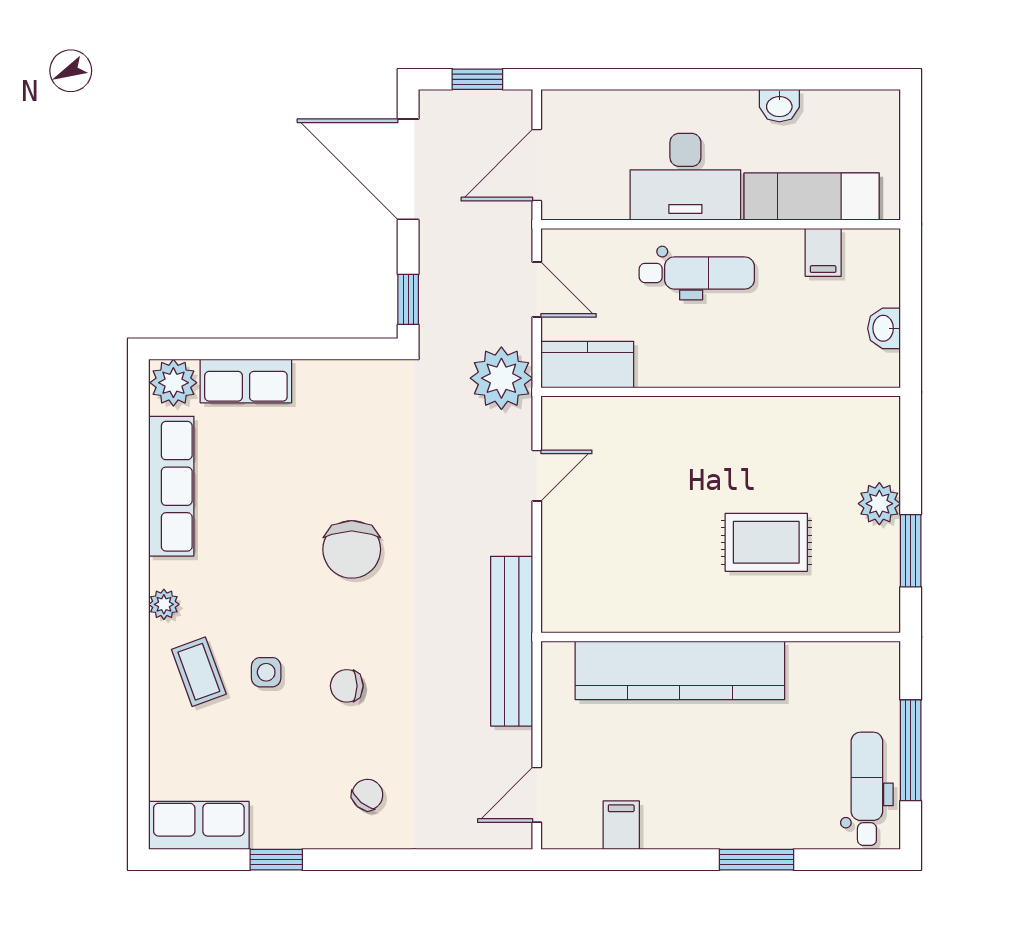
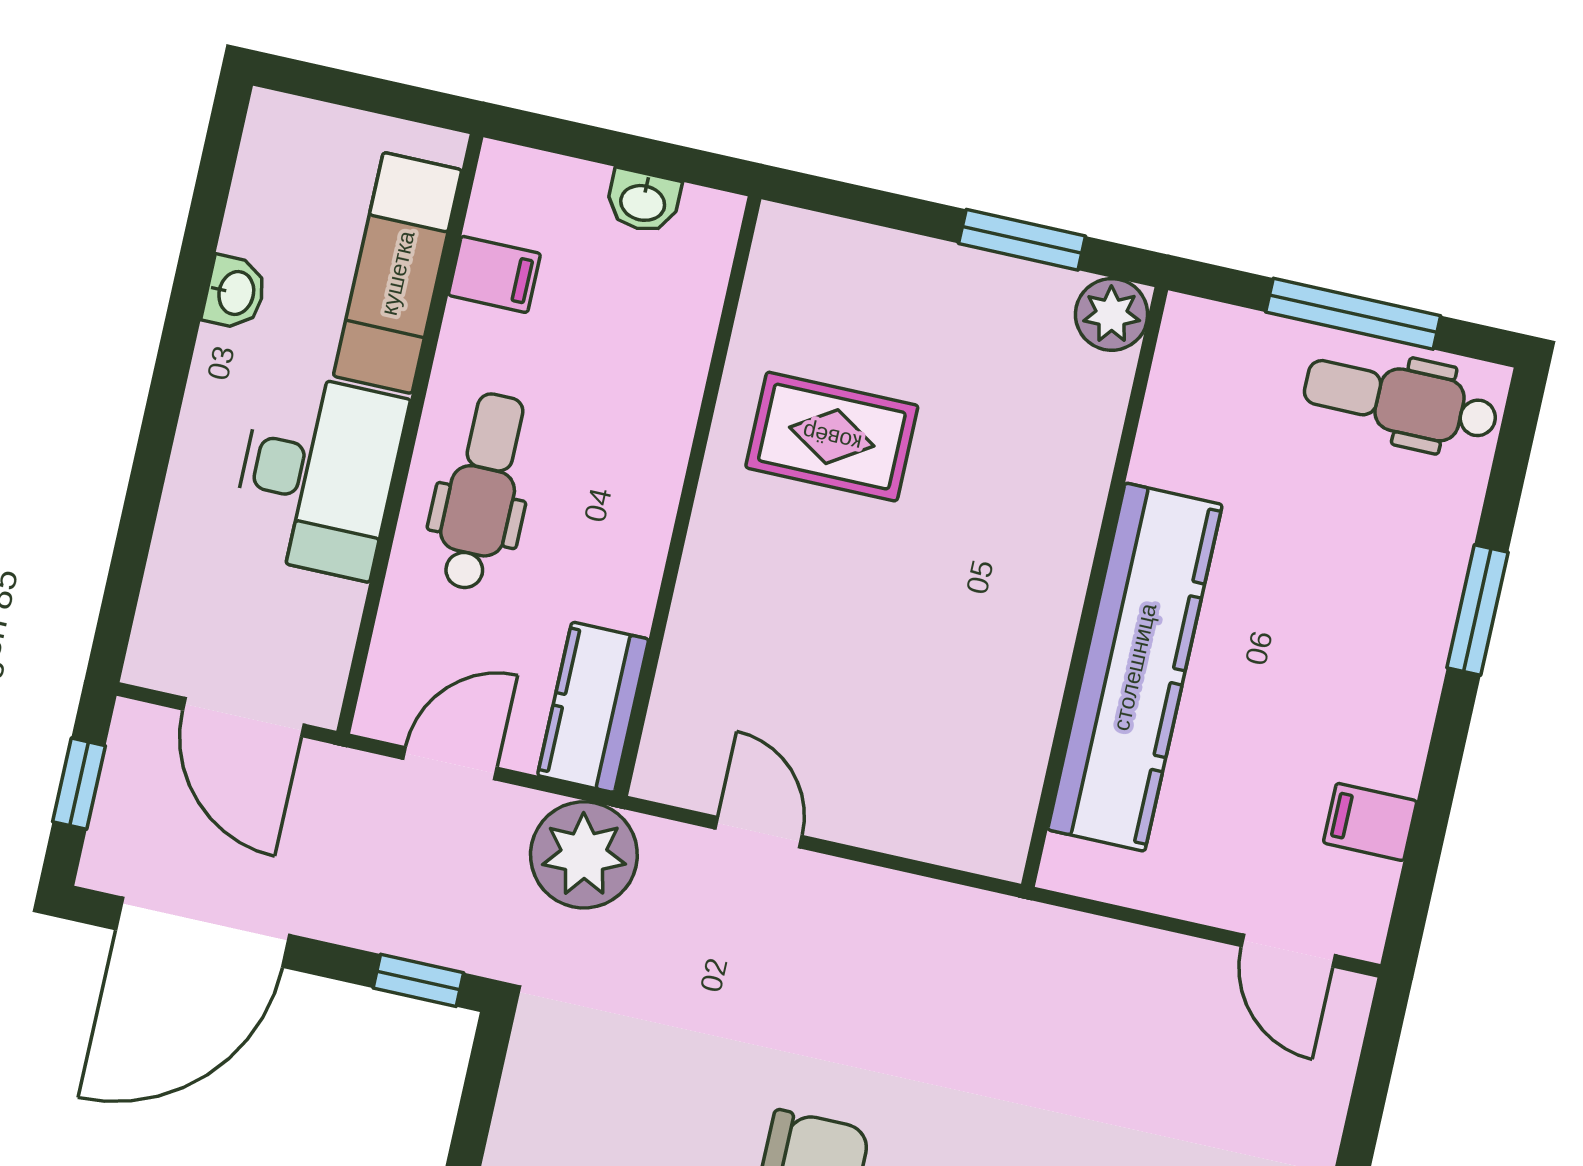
plant: (879, 504) -> (1112, 314), moved
rug: (766, 542) -> (832, 437), moved, turned 90
bench: (512, 641) -> (1024, 935), removed

